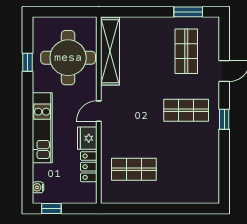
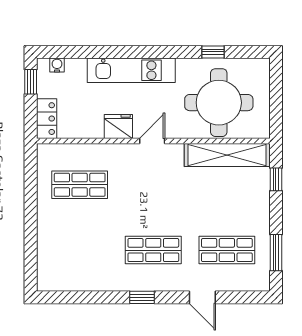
window: (129, 12) -> (276, 179), added
shop shelf: (186, 110) -> (153, 250), turned 90
door: (99, 111) -> (152, 141), hinge flipped
locker: (89, 167) -> (47, 119), moved, turned 90
shop shelf: (134, 169) -> (80, 185), turned 90

